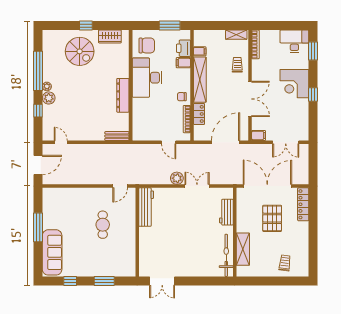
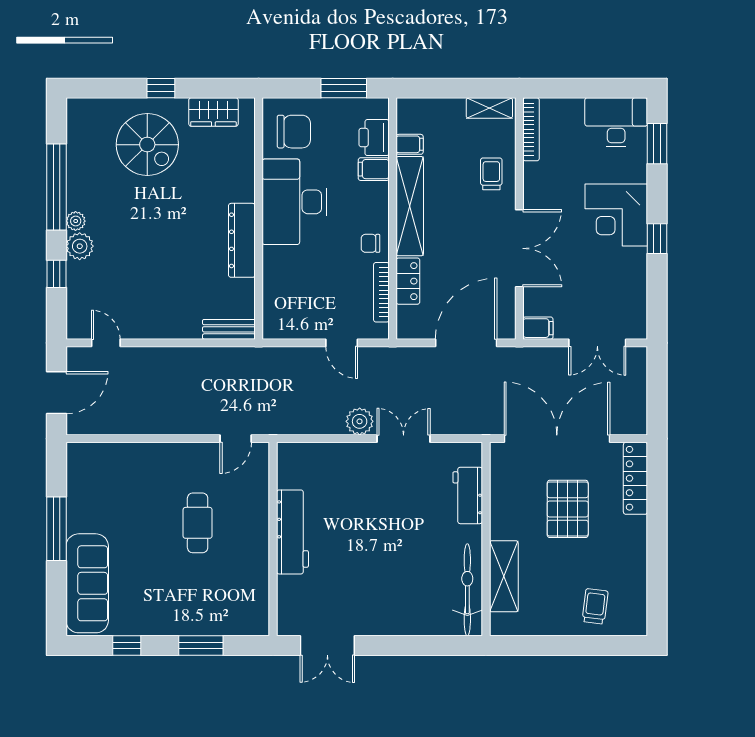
workbench: (146, 207) -> (292, 532), moved

